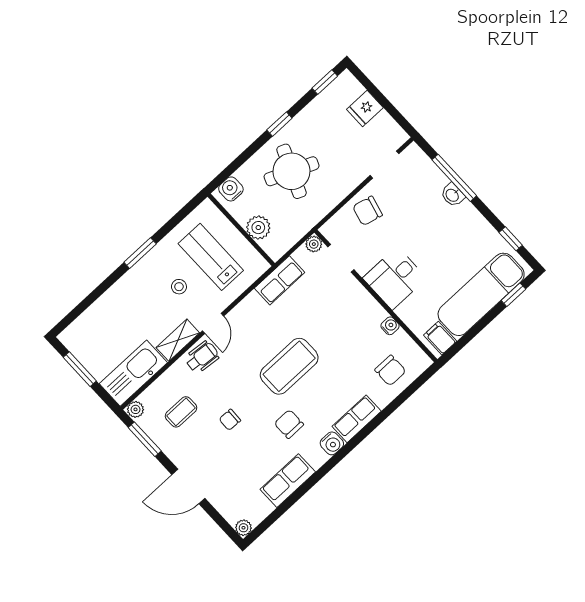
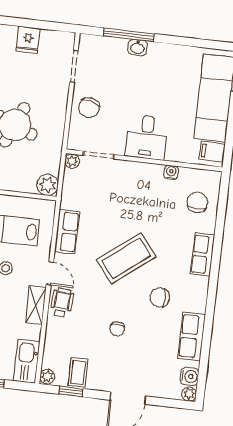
plant: (258, 228) -> (48, 185), moved
window: (511, 239) -> (202, 43), removed
row of seats: (280, 280) -> (67, 232), moved
coffee table: (289, 366) -> (126, 258), turned 52
chair: (390, 370) -> (197, 202), turned -90
kitchen sink: (133, 373) -> (27, 361), width x0.73, depth x0.81
coffee table: (181, 412) -> (78, 372), moved
window: (145, 439) -> (71, 391), width x0.67
water cooler: (332, 443) -> (189, 376), moved

